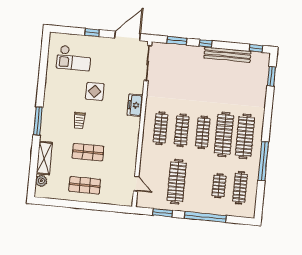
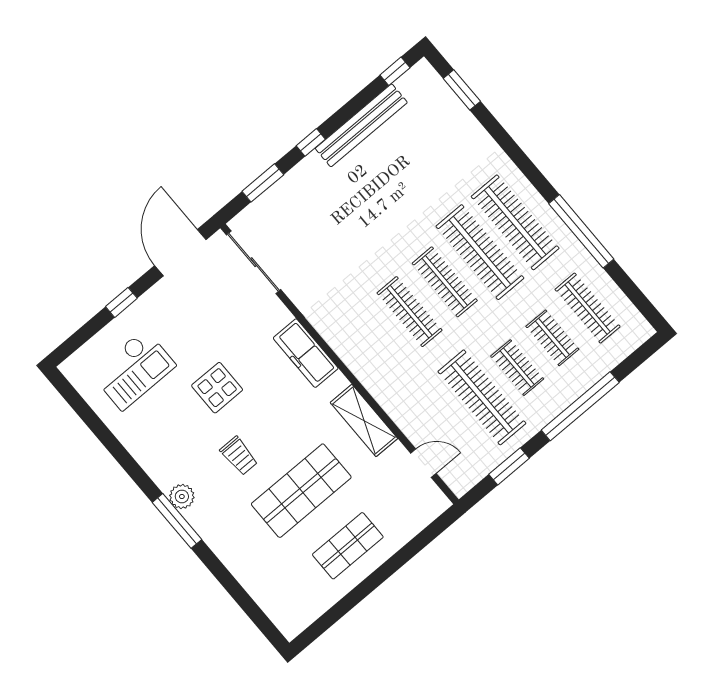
freezer: (135, 105) -> (306, 353), width x1.40
clothes rail: (161, 128) -> (517, 368), moved, width x0.73
shop shelf: (88, 152) -> (301, 491), width x1.43, depth x1.36
shelving: (44, 158) -> (364, 421), moved
plant: (41, 181) -> (182, 496), moved

